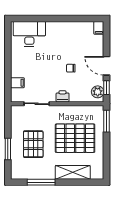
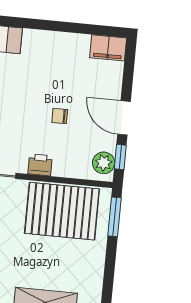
filing cabinet: (99, 28) -> (108, 48), width x2.00
pallet: (75, 138) -> (62, 211), moved

